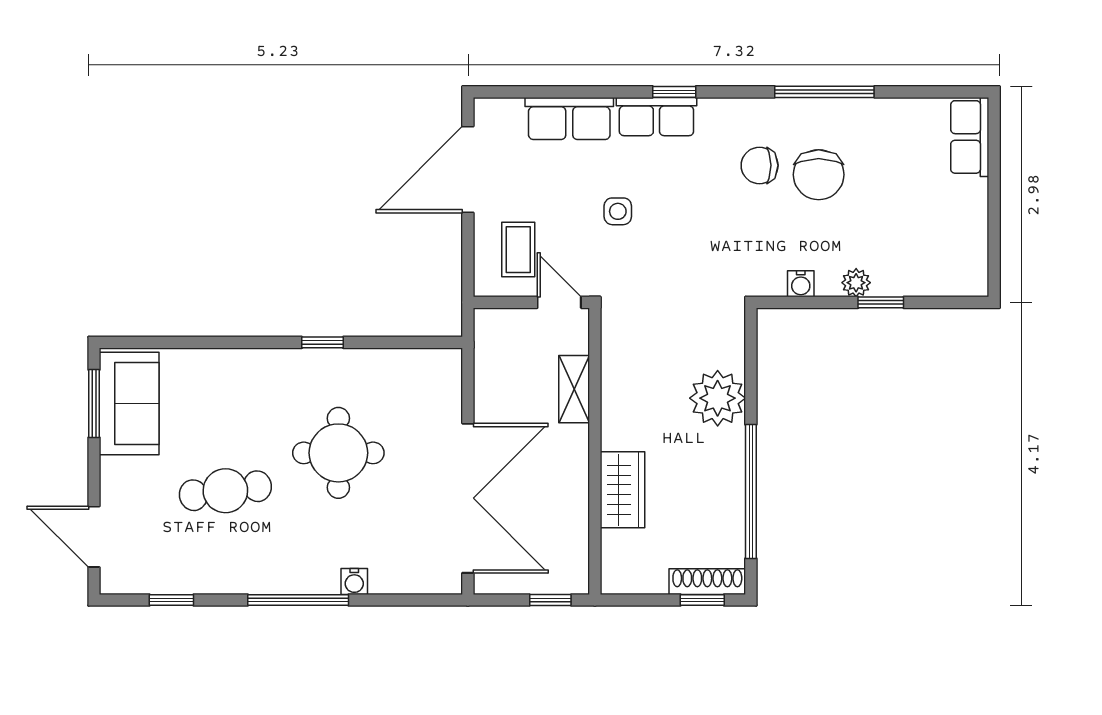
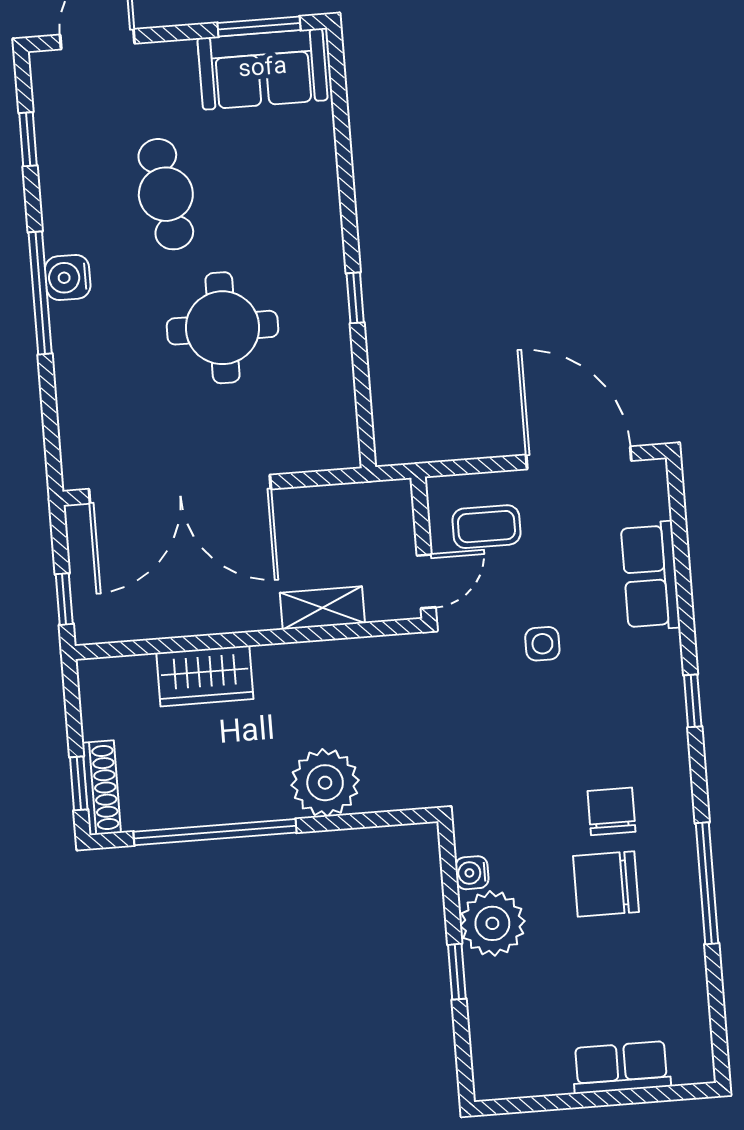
row of seats: (656, 117) -> (661, 682), removed
row of seats: (970, 137) -> (621, 1067), moved
plant: (856, 283) -> (492, 923), width x1.87, depth x1.87
water cooler: (354, 581) -> (68, 277), moved, width x1.38, depth x1.38

